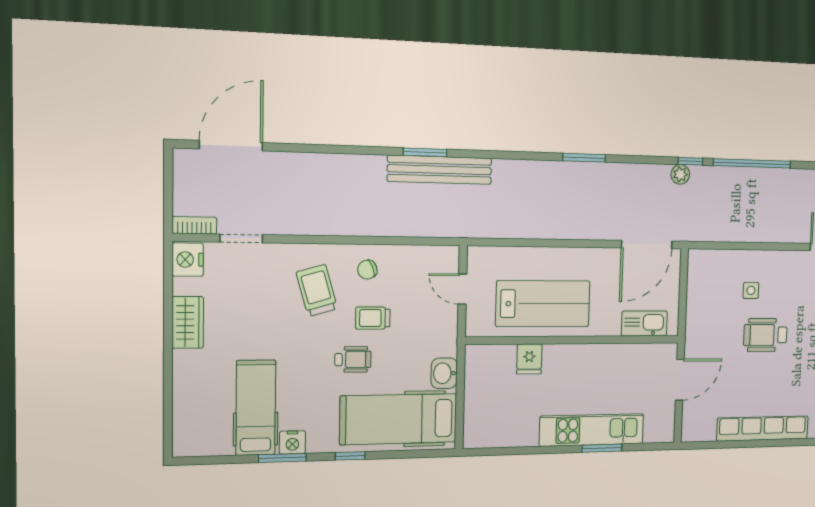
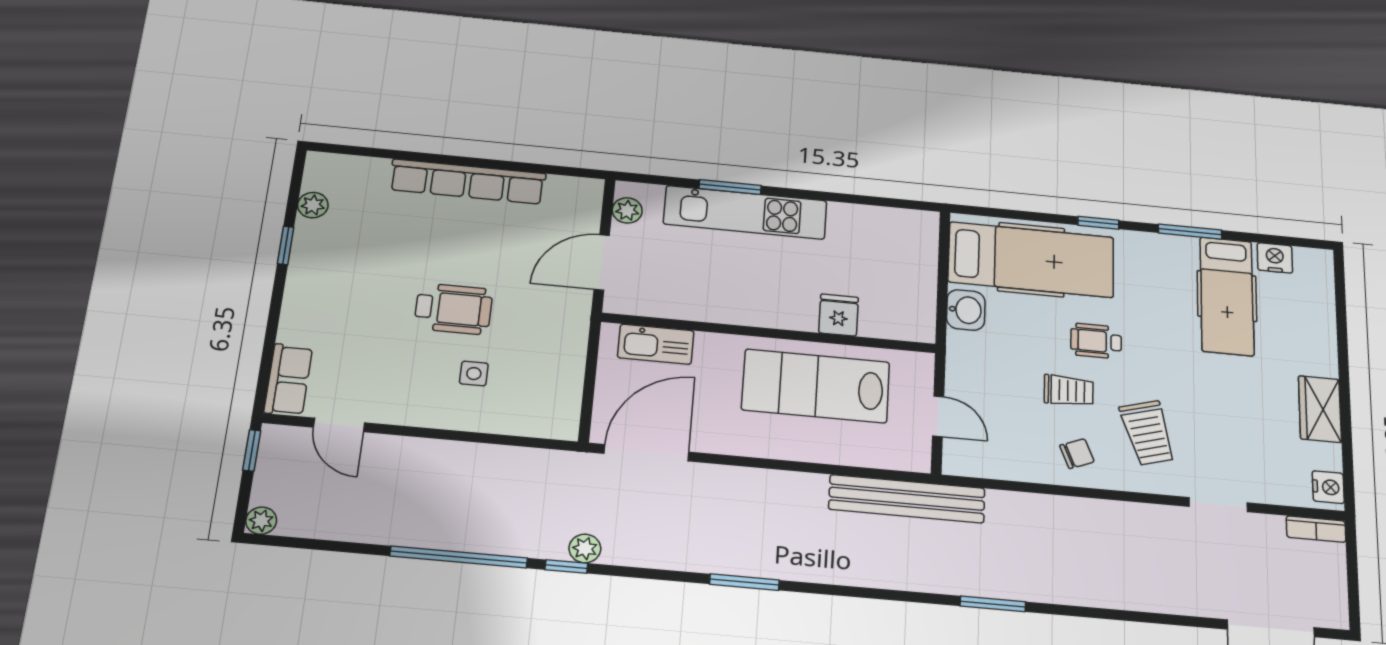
bench: (440, 170) -> (907, 499), moved
doorway: (241, 238) -> (1218, 505), moved
nightstand: (188, 260) -> (1328, 487), width x0.74, depth x0.75
plant: (666, 421) -> (627, 210), added
nightstand: (292, 442) -> (1275, 258), moved

